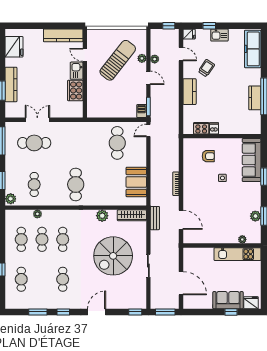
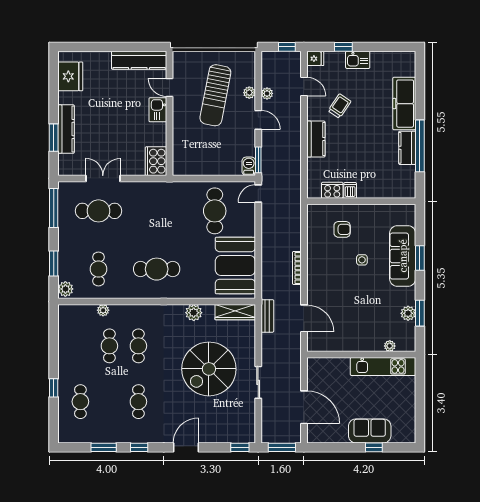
freezer: (253, 49) -> (404, 104), moved
sun lounger: (118, 60) -> (215, 95), turned 153
cooker: (75, 90) -> (156, 161), moved
sofa: (252, 160) -> (403, 256), moved
booth: (136, 182) -> (235, 265), width x1.36, depth x1.42
cafe table: (76, 184) -> (157, 269), turned 90
cafe table: (21, 239) -> (80, 346), removed
fridge: (251, 303) -> (402, 434), removed

